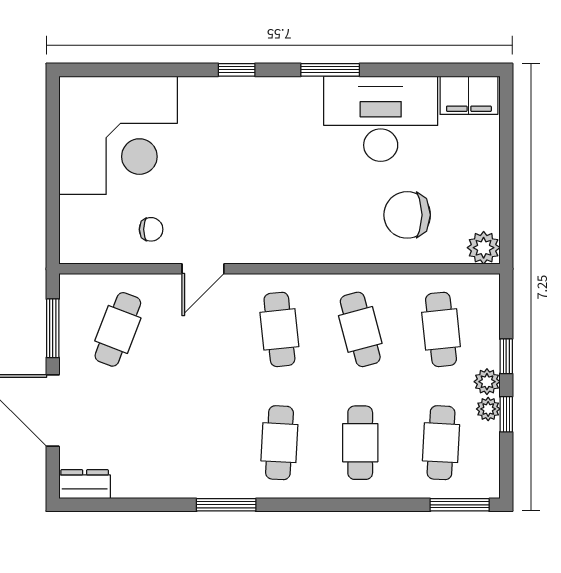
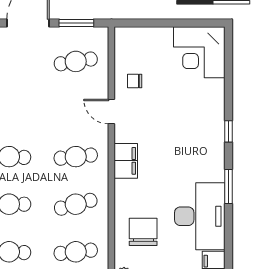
corner desk: (118, 135) -> (199, 52), width x0.74, depth x0.74
chair: (151, 229) -> (135, 81), turned 90
filing cabinet: (287, 244) -> (126, 161), added
cafe table: (118, 329) -> (76, 61), turned -30

